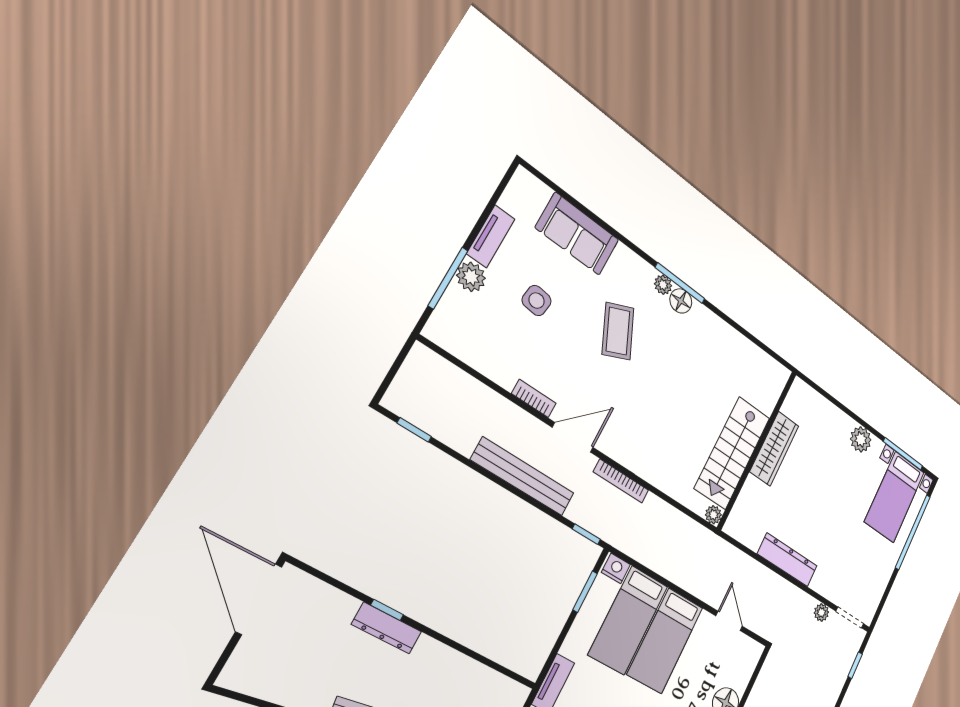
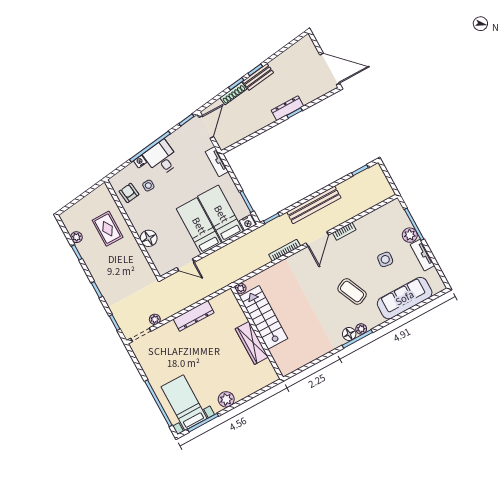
sofa: (577, 234) -> (405, 298), width x1.36

